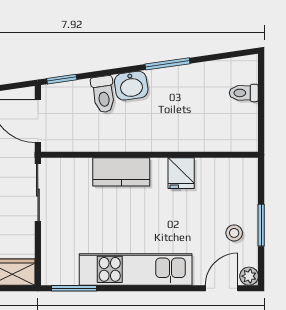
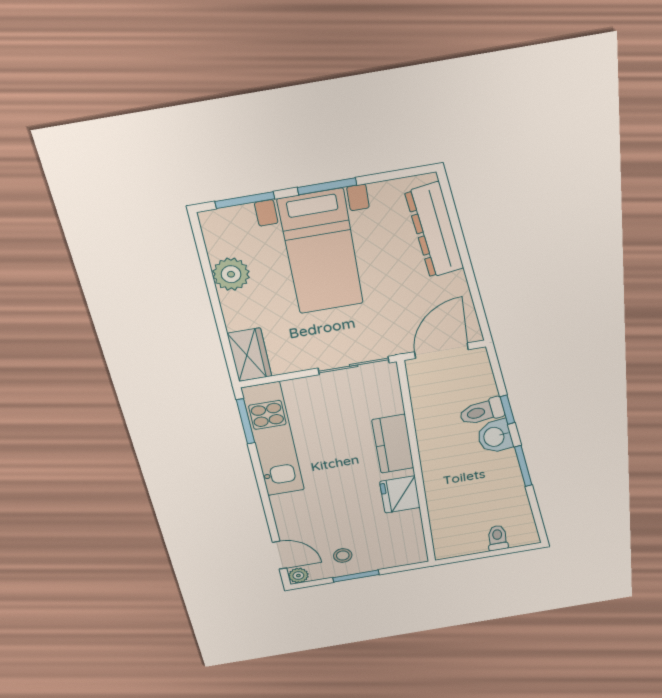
window: (62, 79) -> (507, 410), moved
fridge: (181, 173) -> (400, 495), width x1.38
kitchen unit: (136, 269) -> (273, 440), moved

